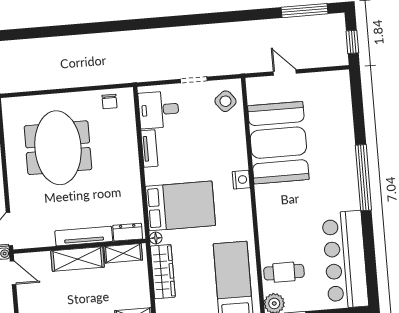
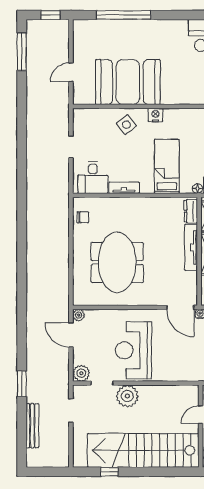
side table: (225, 101) -> (126, 125), moved
meeting table: (58, 148) -> (117, 262), turned 90
window: (363, 178) -> (124, 15), moved
bed: (180, 206) -> (167, 166), width x0.67

